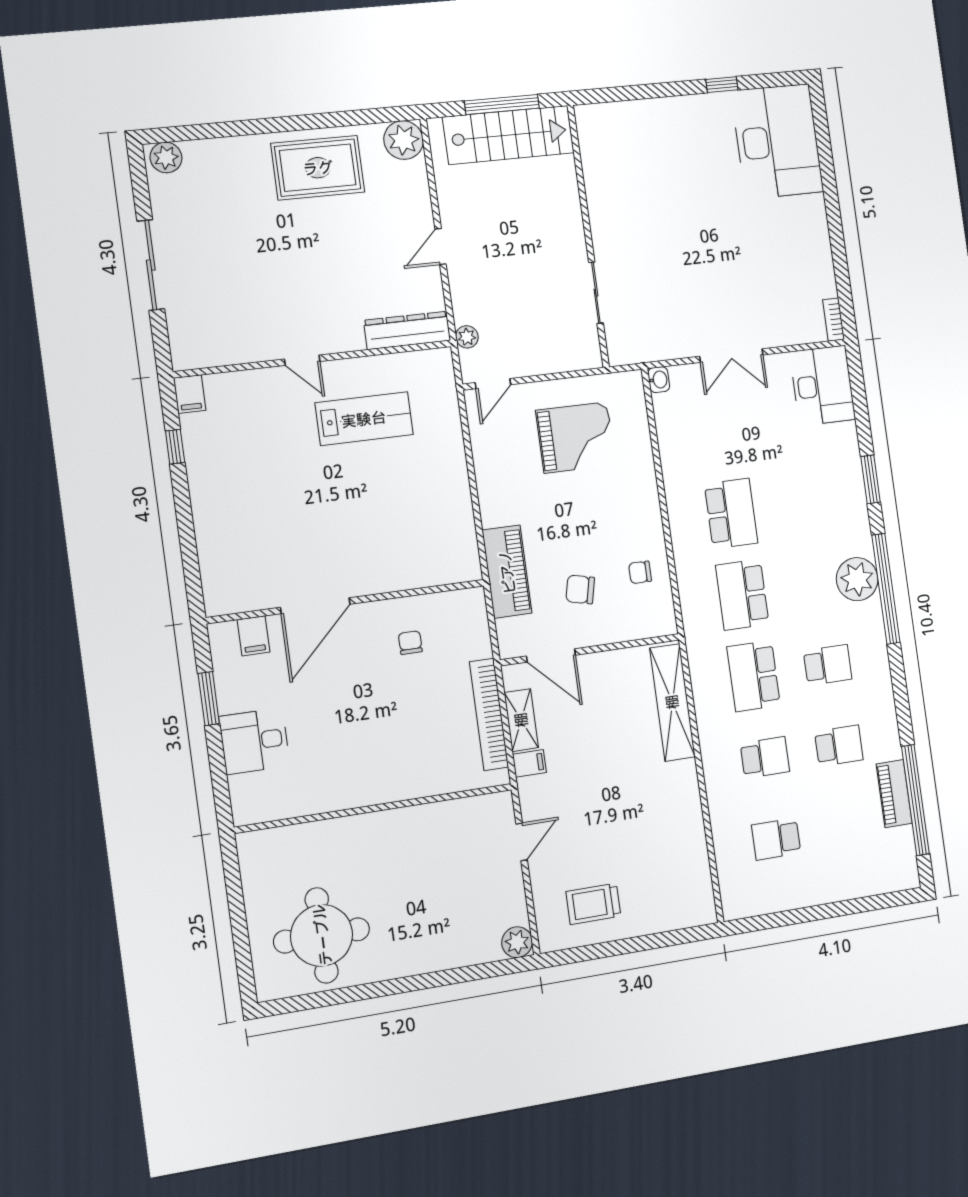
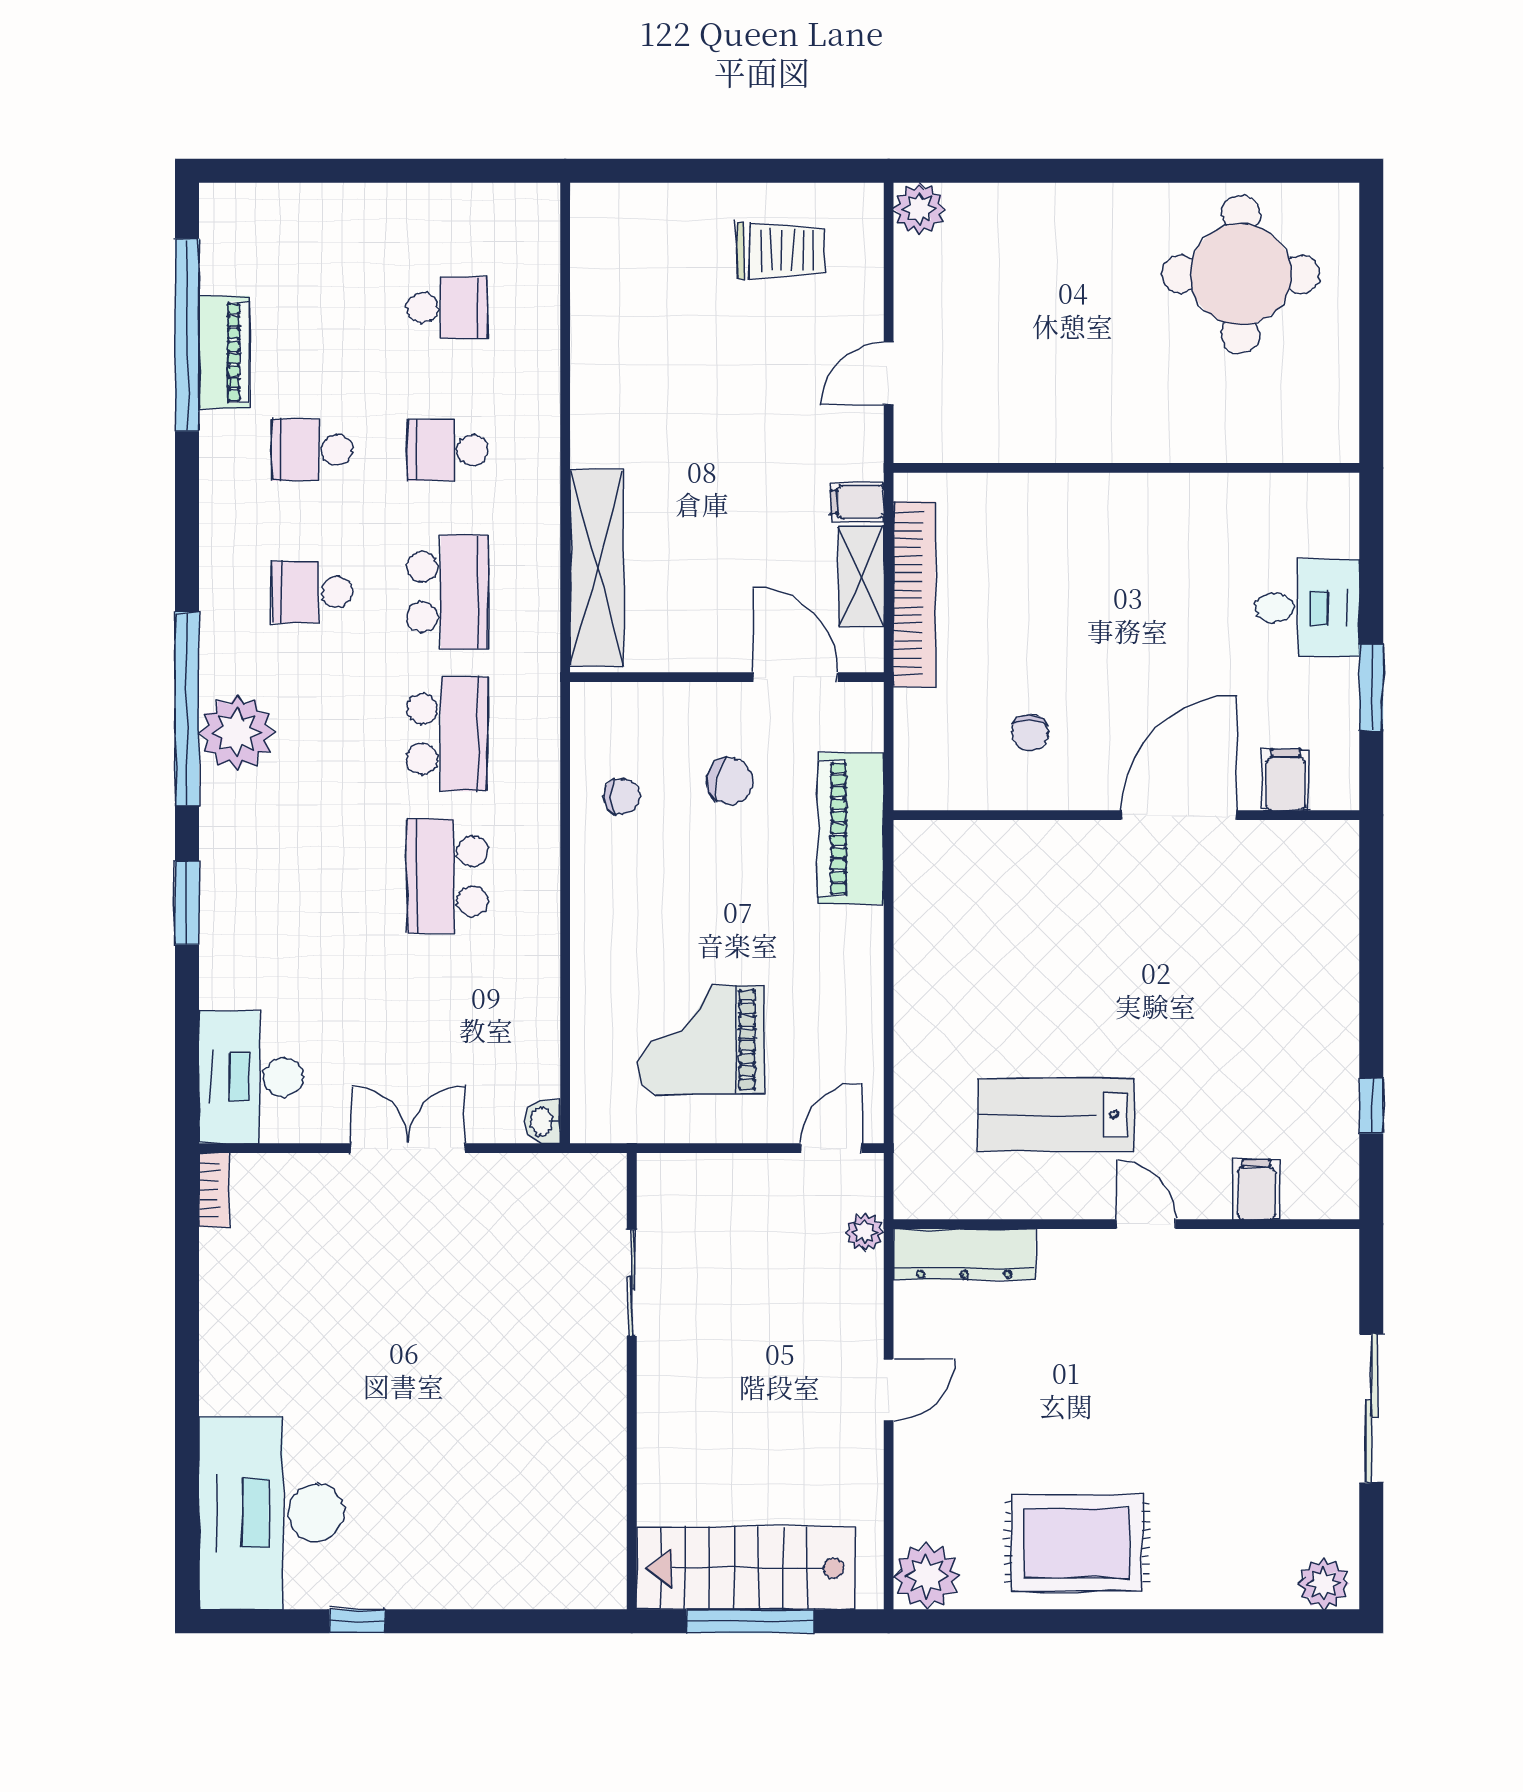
filing cabinet: (190, 394) -> (1256, 1189), moved

